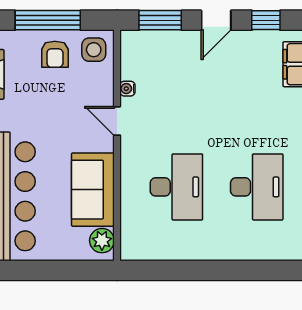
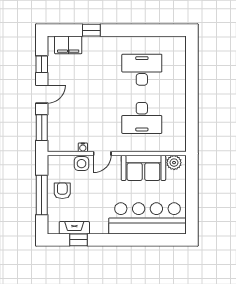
door: (216, 20) -> (42, 94), hinge flipped
side table: (94, 50) -> (81, 164), moved
armchair: (55, 54) -> (62, 191), turned -90
desk: (176, 187) -> (142, 118), turned 180

